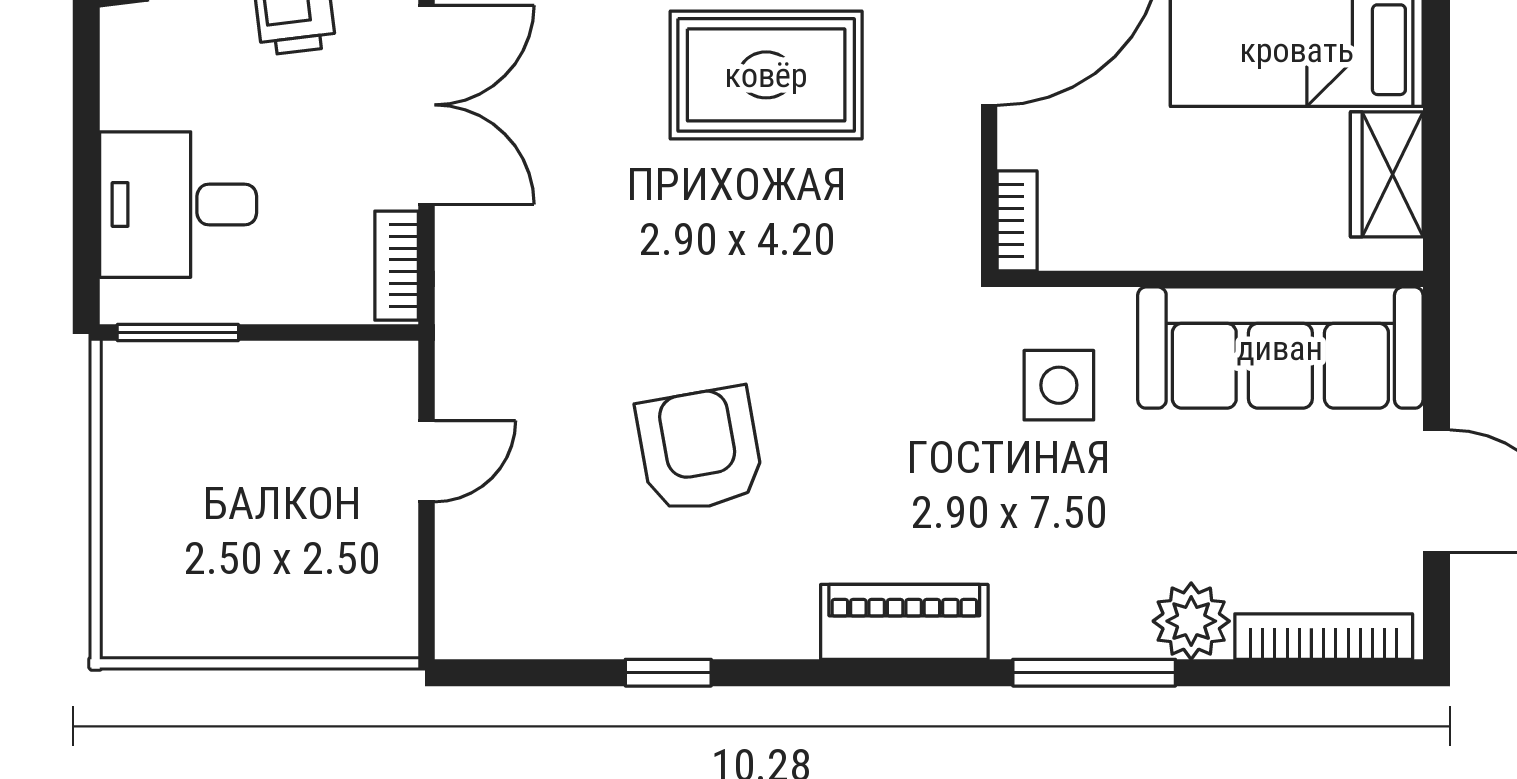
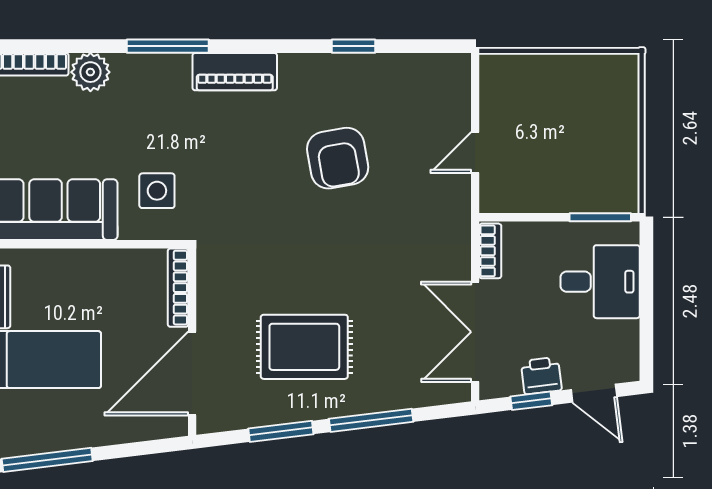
bookcase: (1017, 221) -> (178, 288), width x1.56
window: (1094, 673) -> (168, 46), moved

